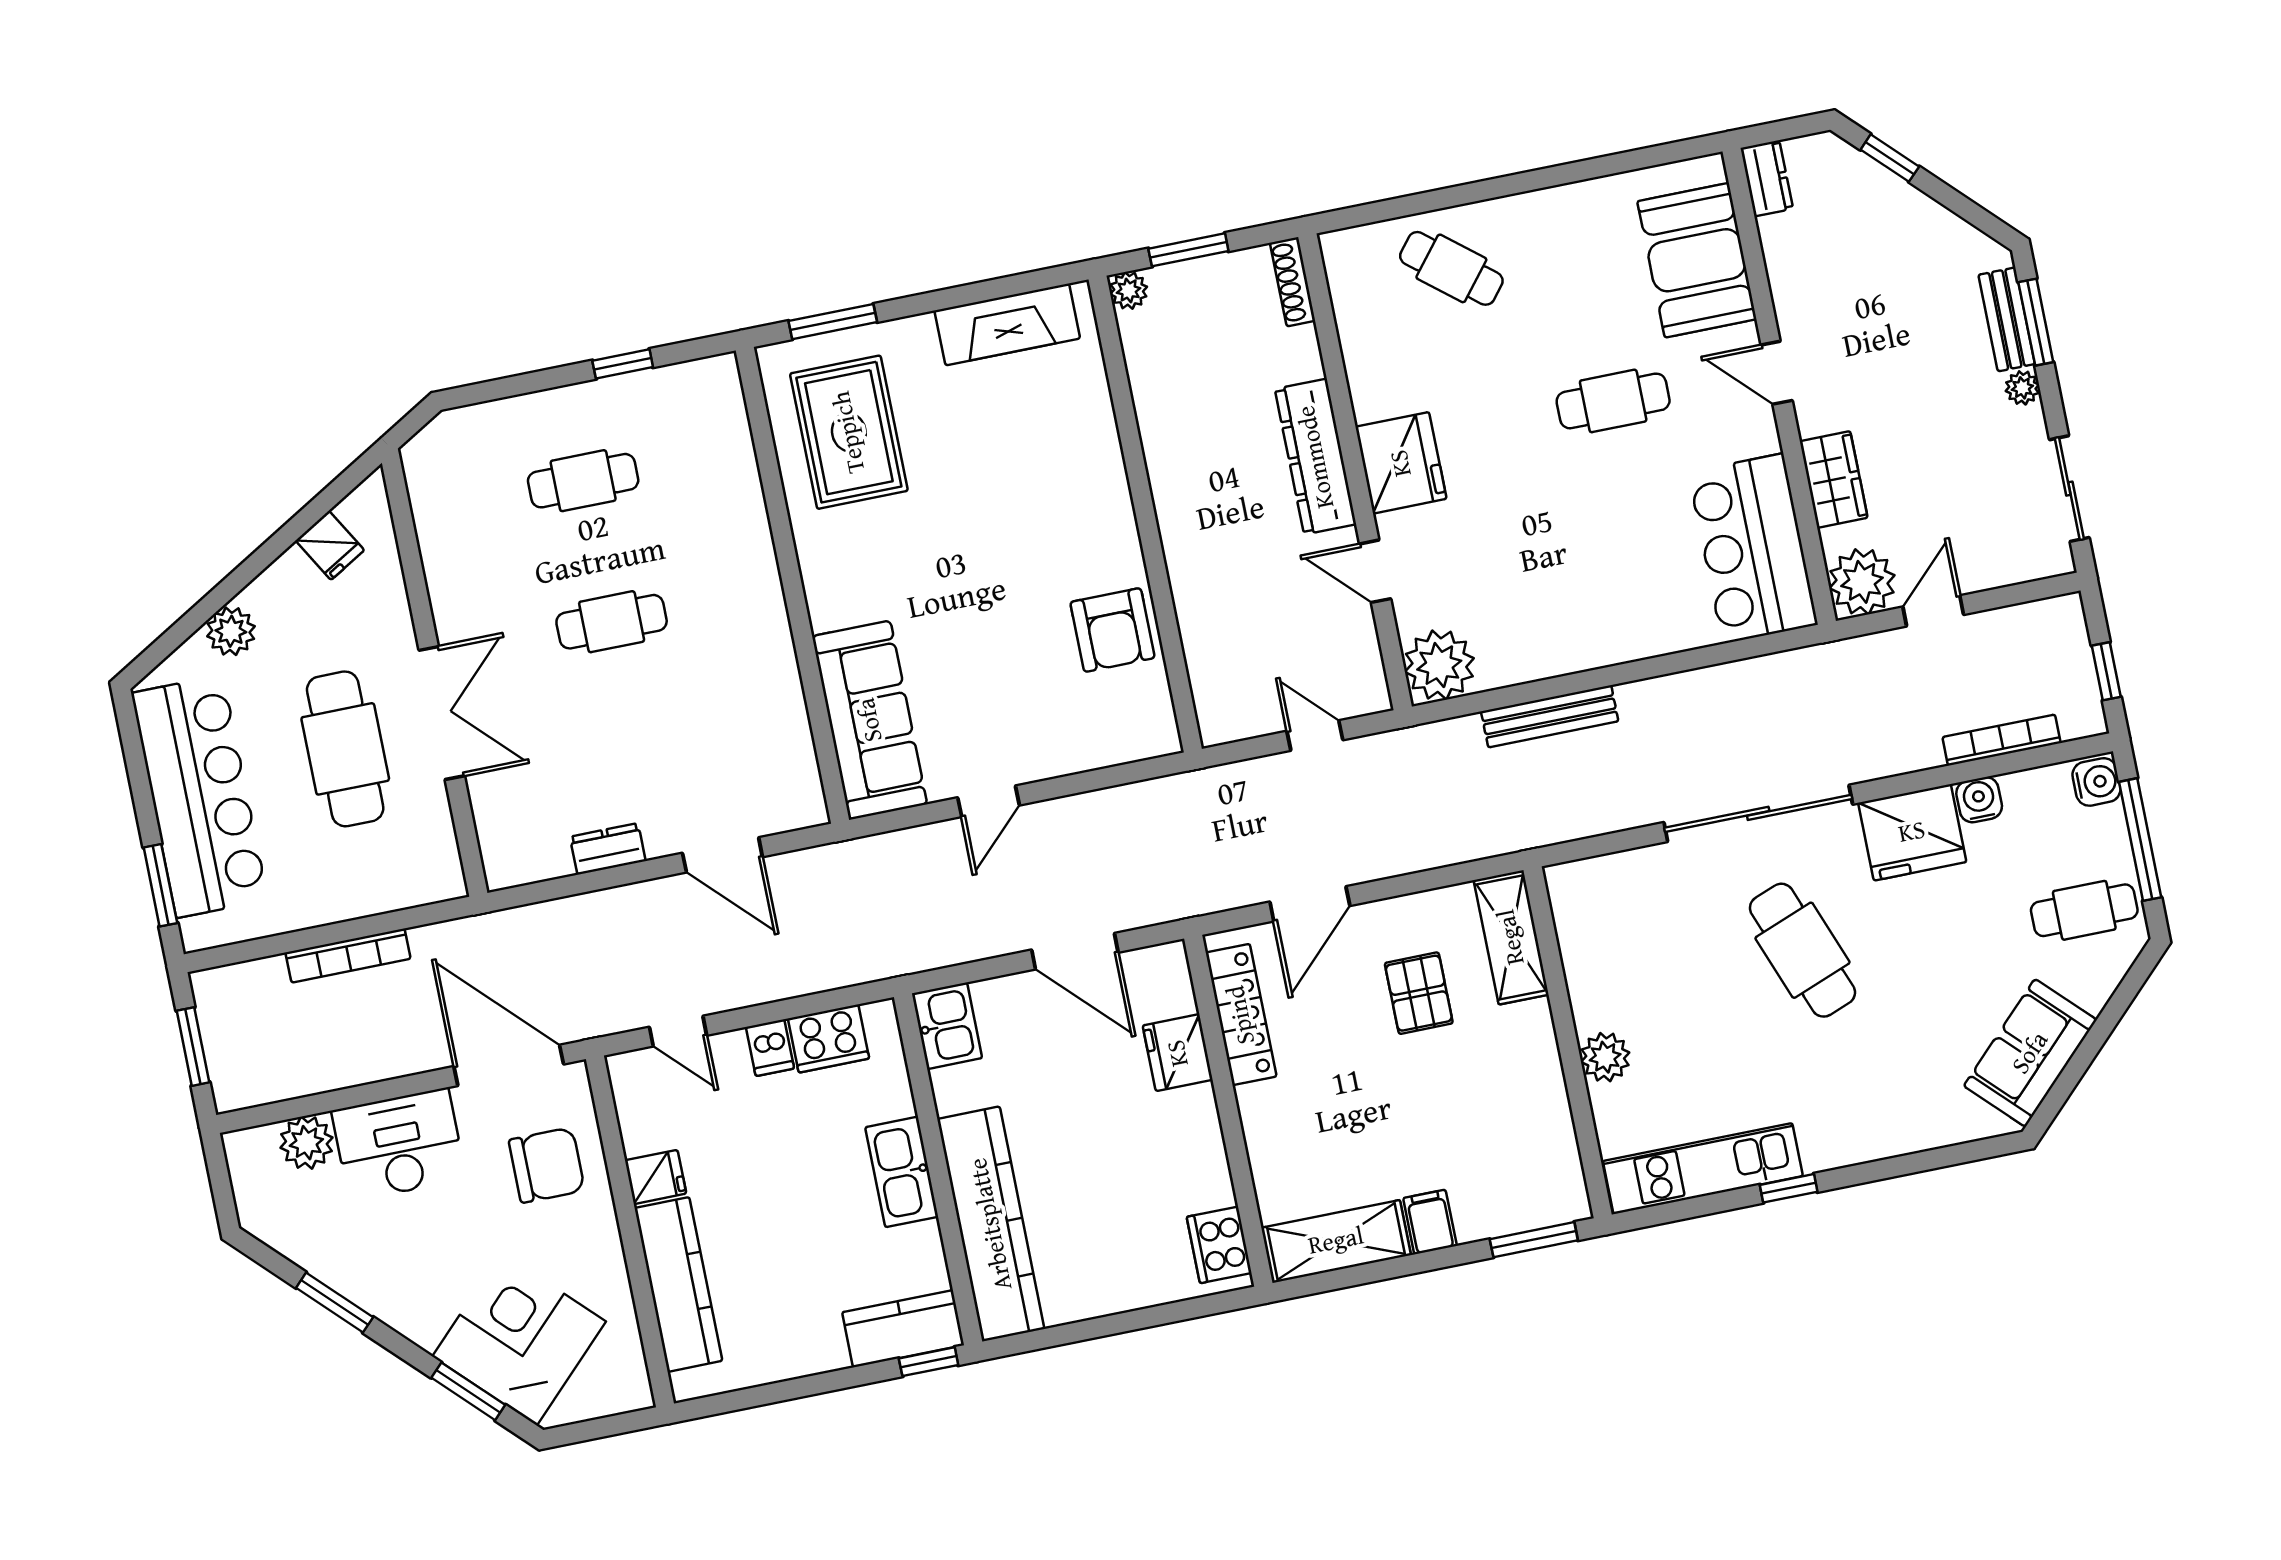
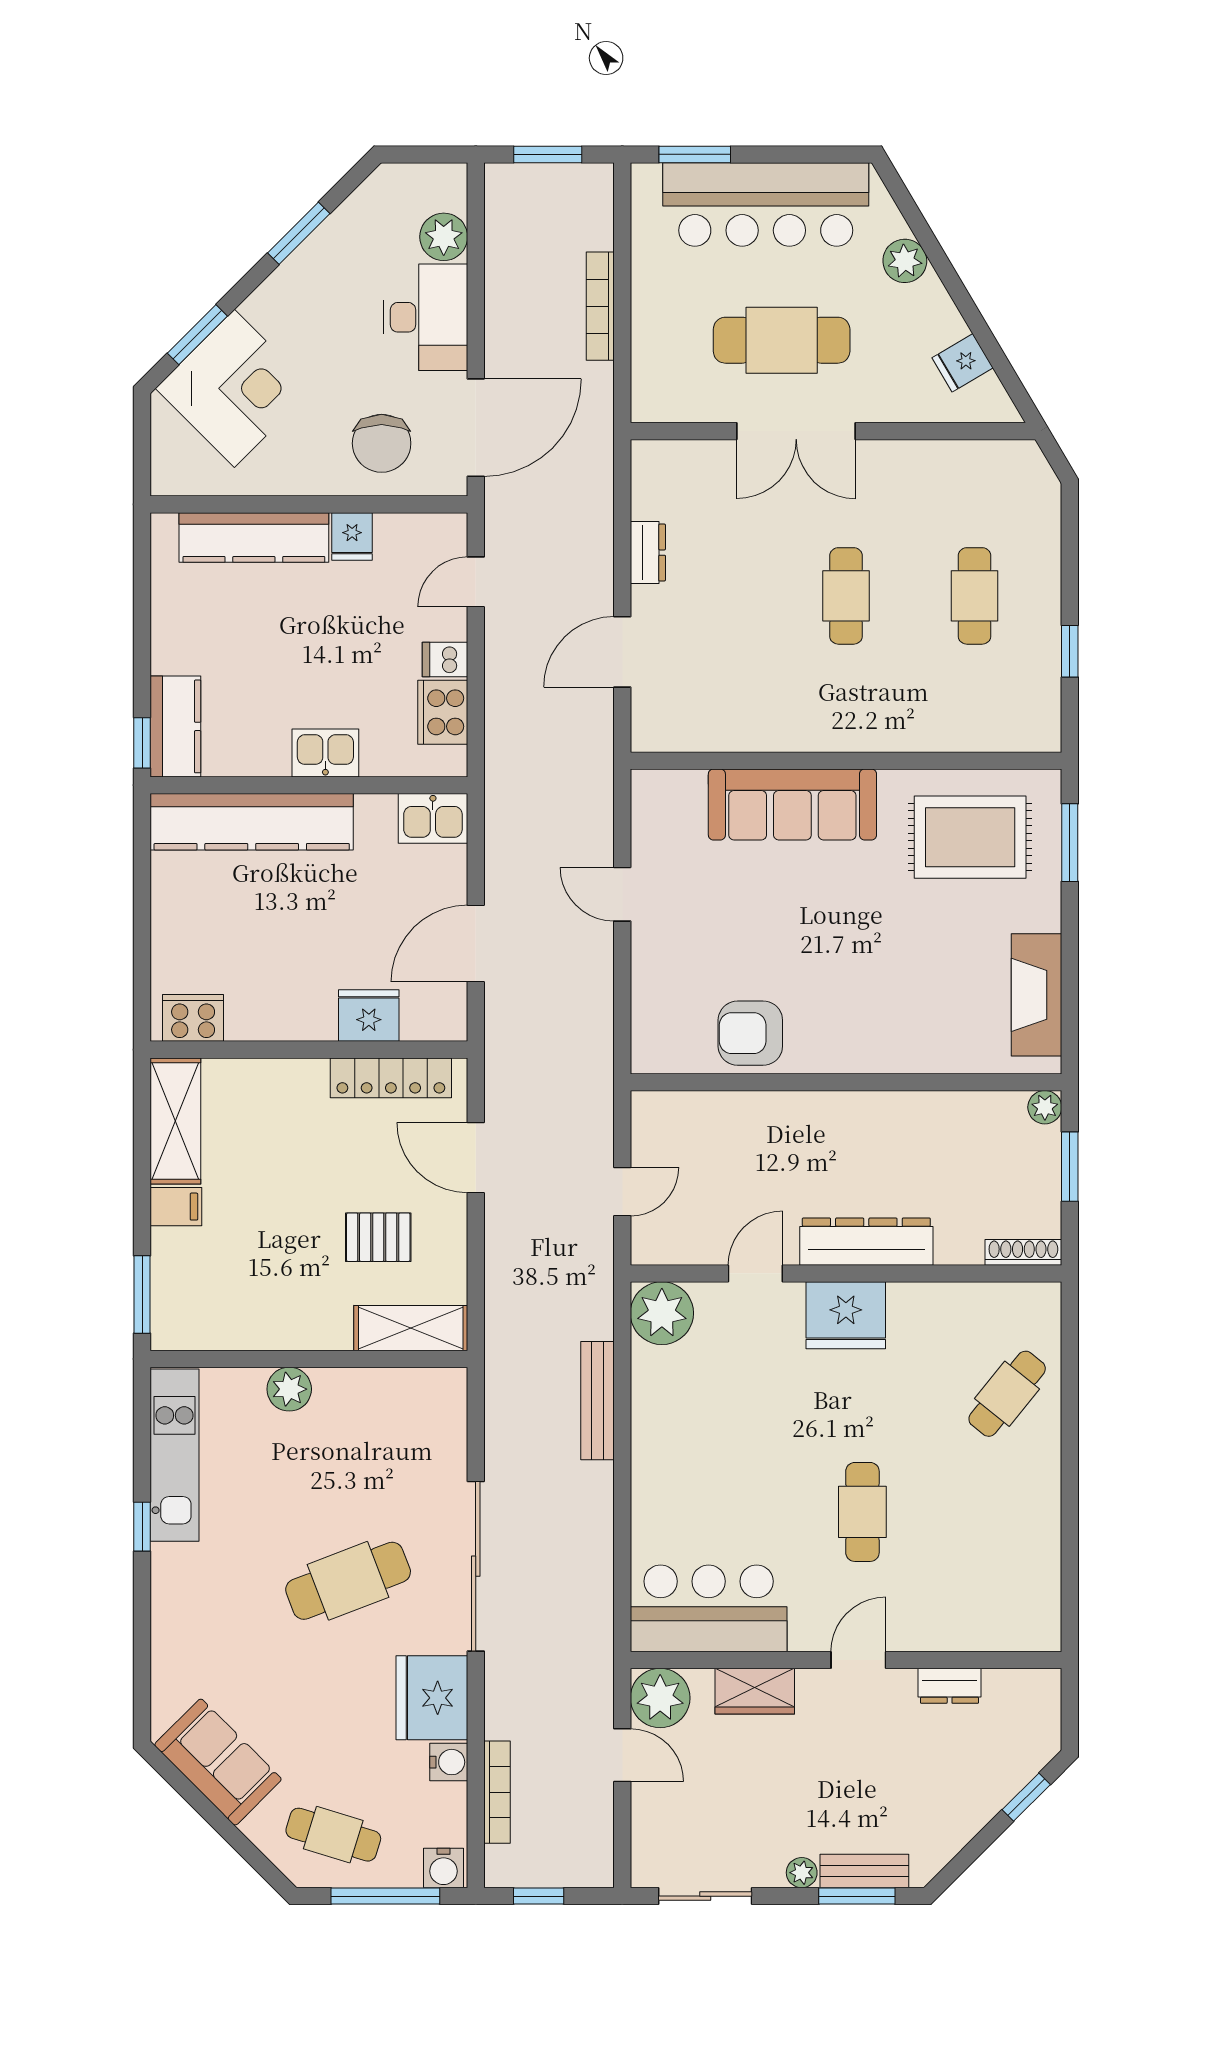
dresser: (1767, 178) -> (950, 1686), moved
booth: (1697, 260) -> (971, 1610), removed
sofa: (870, 720) -> (792, 805), moved
cafe table: (2084, 910) -> (333, 1835), turned -73
kitchen sink: (902, 1172) -> (325, 753), width x0.73

